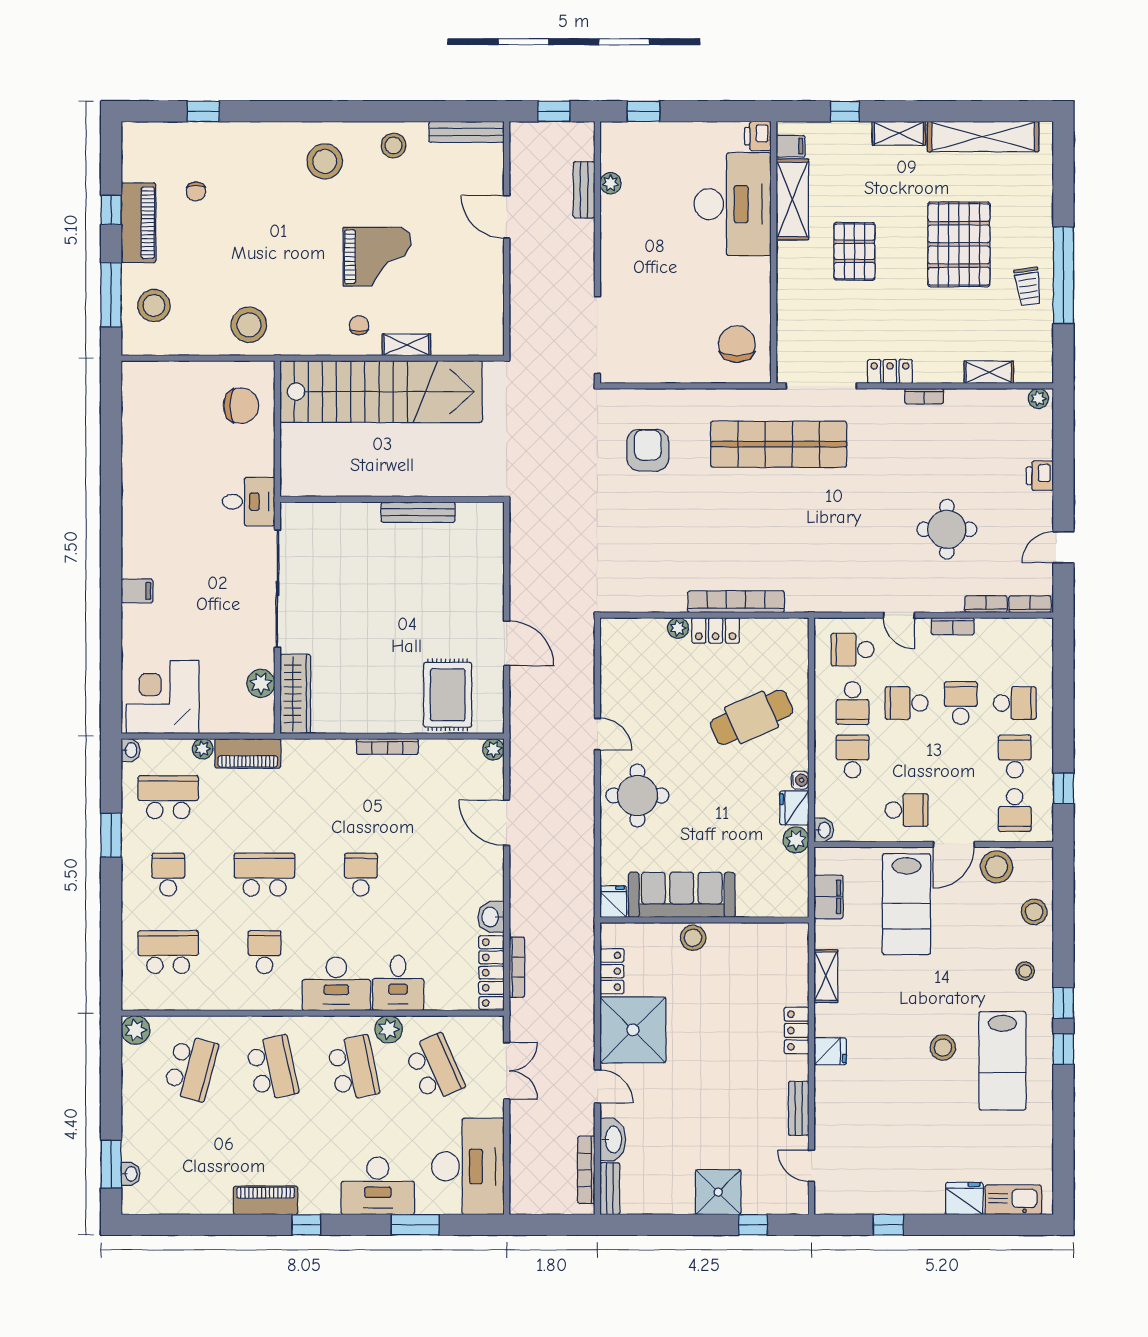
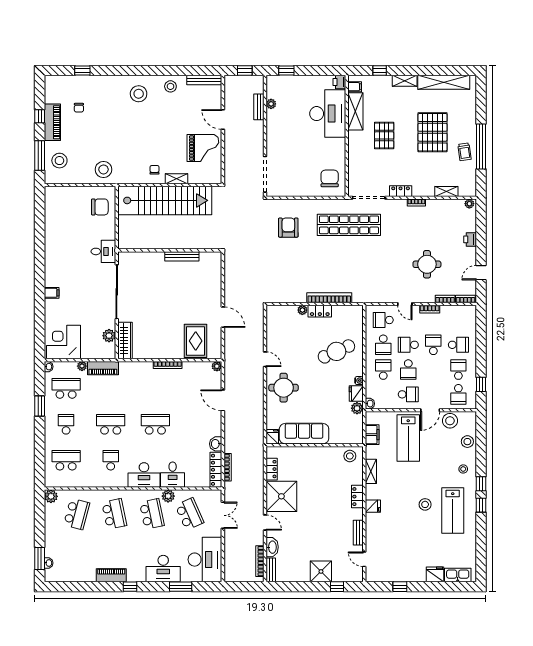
grand piano: (377, 257) -> (203, 148), moved
school desk: (907, 757) -> (408, 370), added
school desk: (361, 875) -> (155, 424), width x1.85
stool: (693, 938) -> (350, 456), moved

